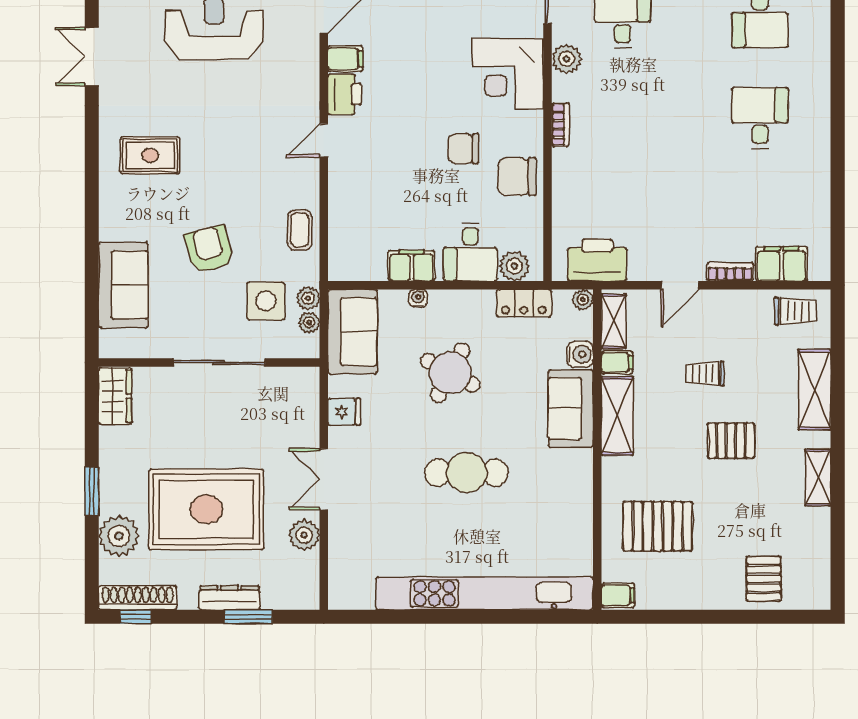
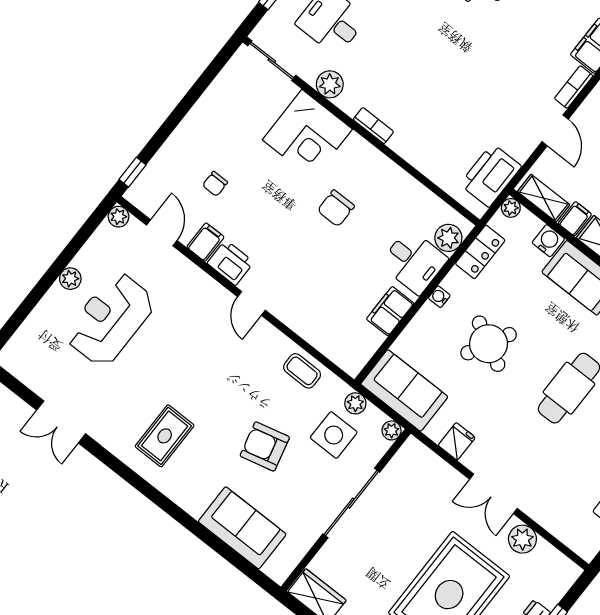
chair: (517, 177) -> (215, 184), moved, width x0.54, depth x0.54
water cooler: (418, 298) -> (439, 297), moved
plant: (309, 323) -> (392, 430), moved

